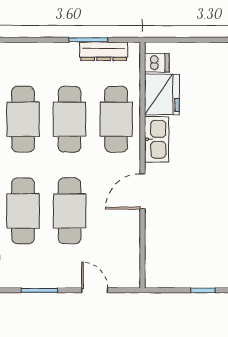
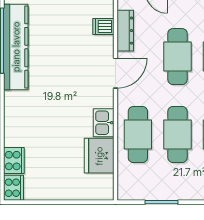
dresser: (104, 51) -> (125, 31), moved, turned 90
dishwasher: (157, 63) -> (103, 27), moved
kitchen sink: (157, 139) -> (104, 123), width x0.73

